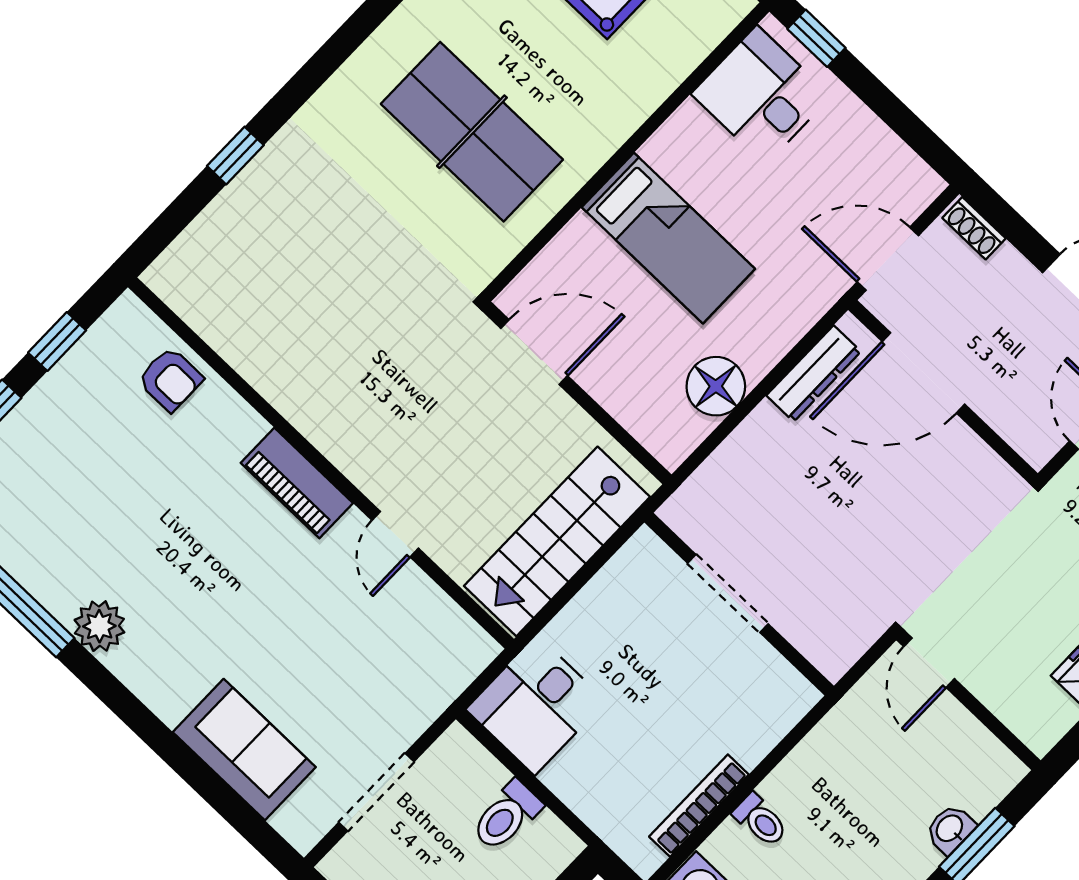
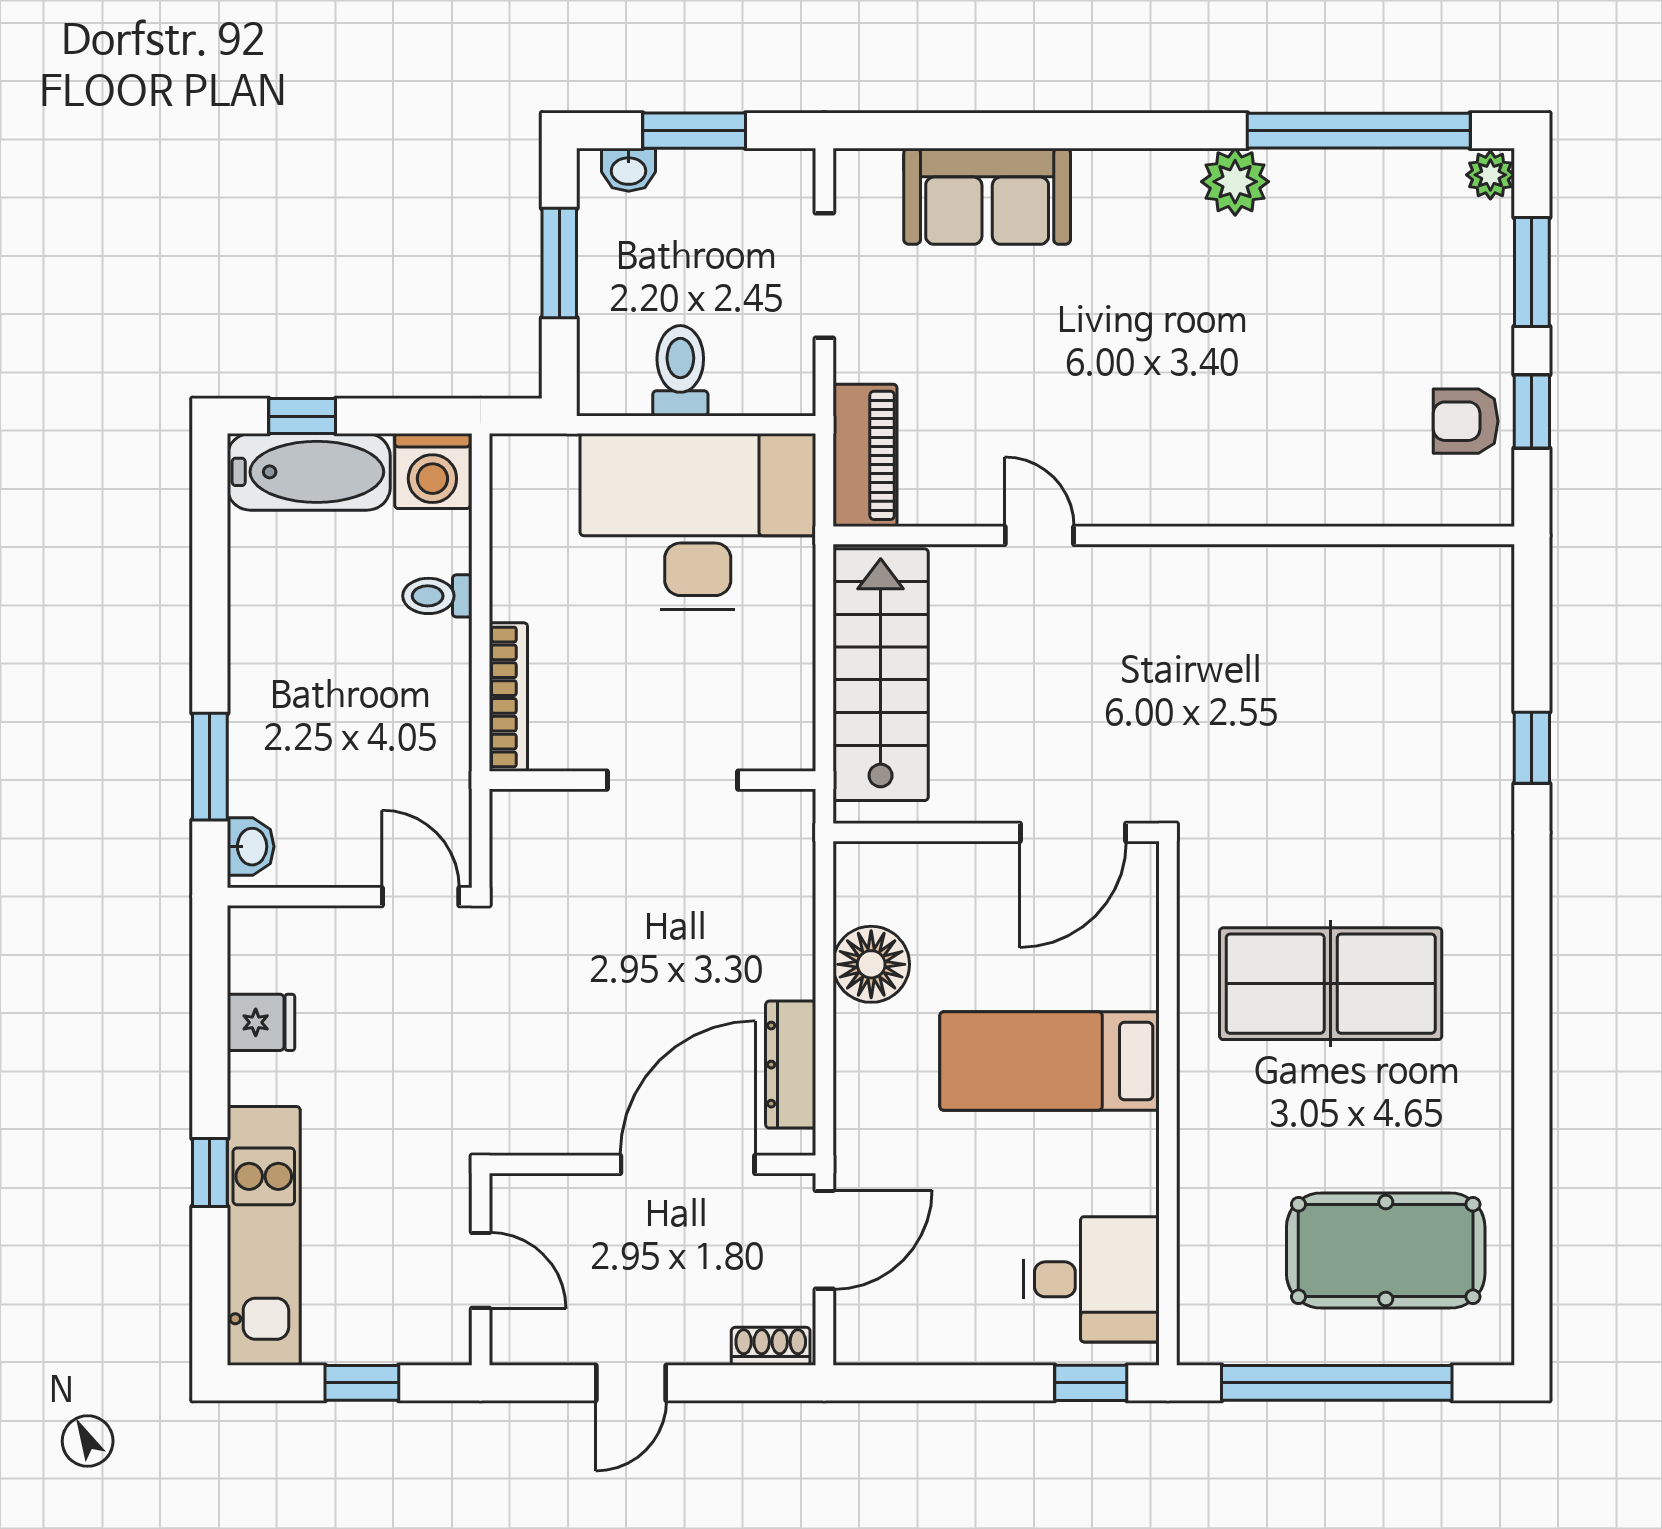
armchair: (170, 379) -> (1466, 421), moved
piano: (297, 483) -> (865, 455), moved, turned 90
desk: (536, 705) -> (698, 522), width x1.87, depth x1.30
bookcase: (699, 806) -> (508, 697), moved
washbasin: (950, 829) -> (251, 847), moved

